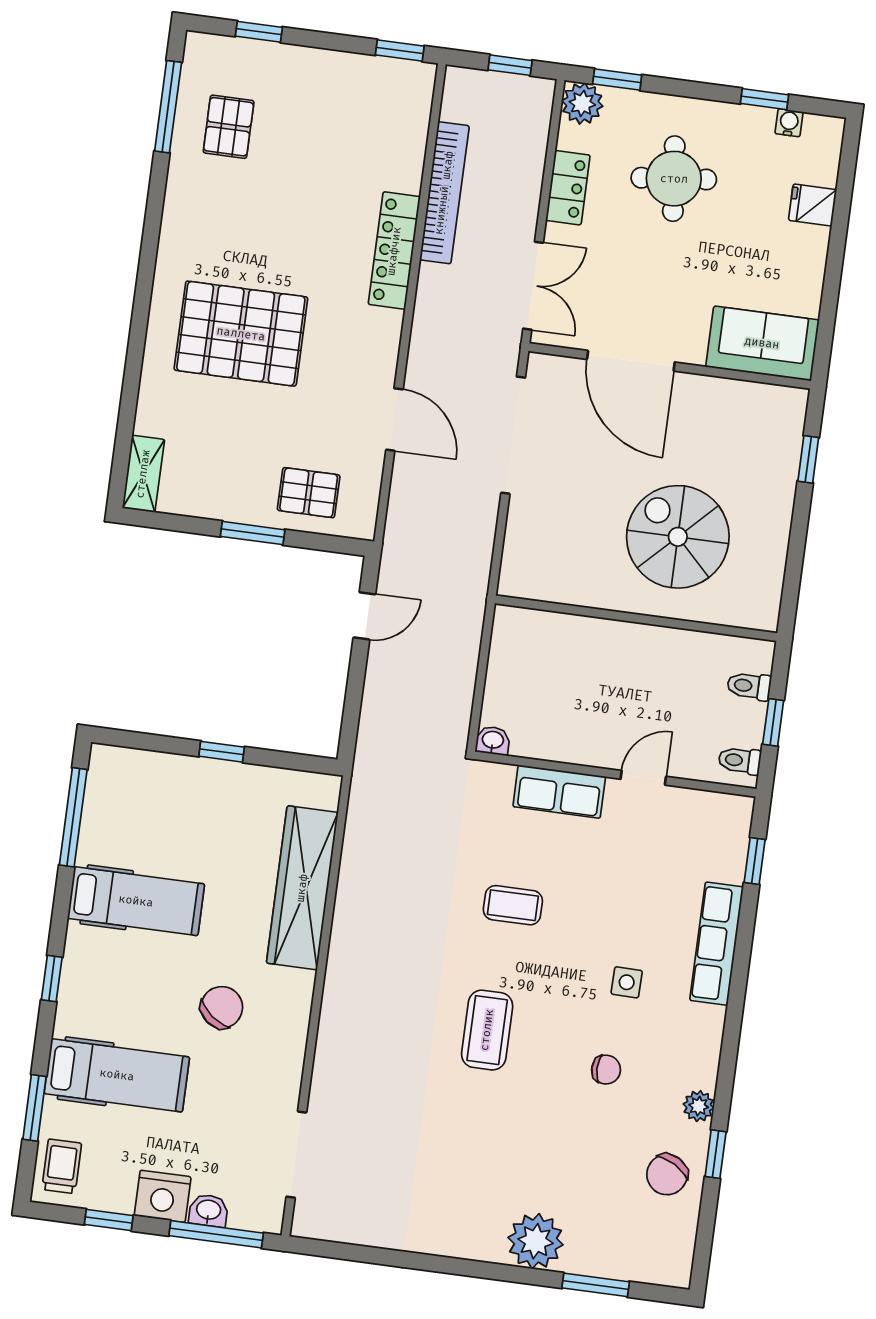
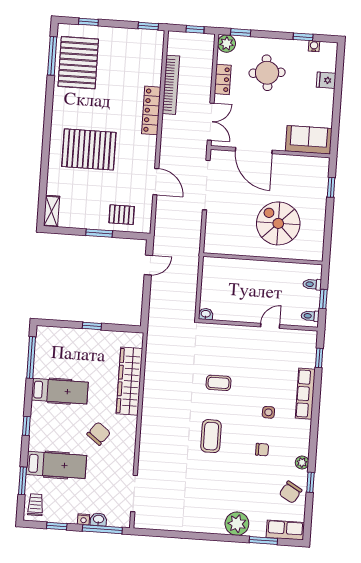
pallet: (229, 127) -> (78, 63), width x2.05, depth x2.00
row of seats: (559, 792) -> (285, 530), moved, turned 180
nightstand: (163, 1196) -> (84, 519), width x0.53, depth x0.56

